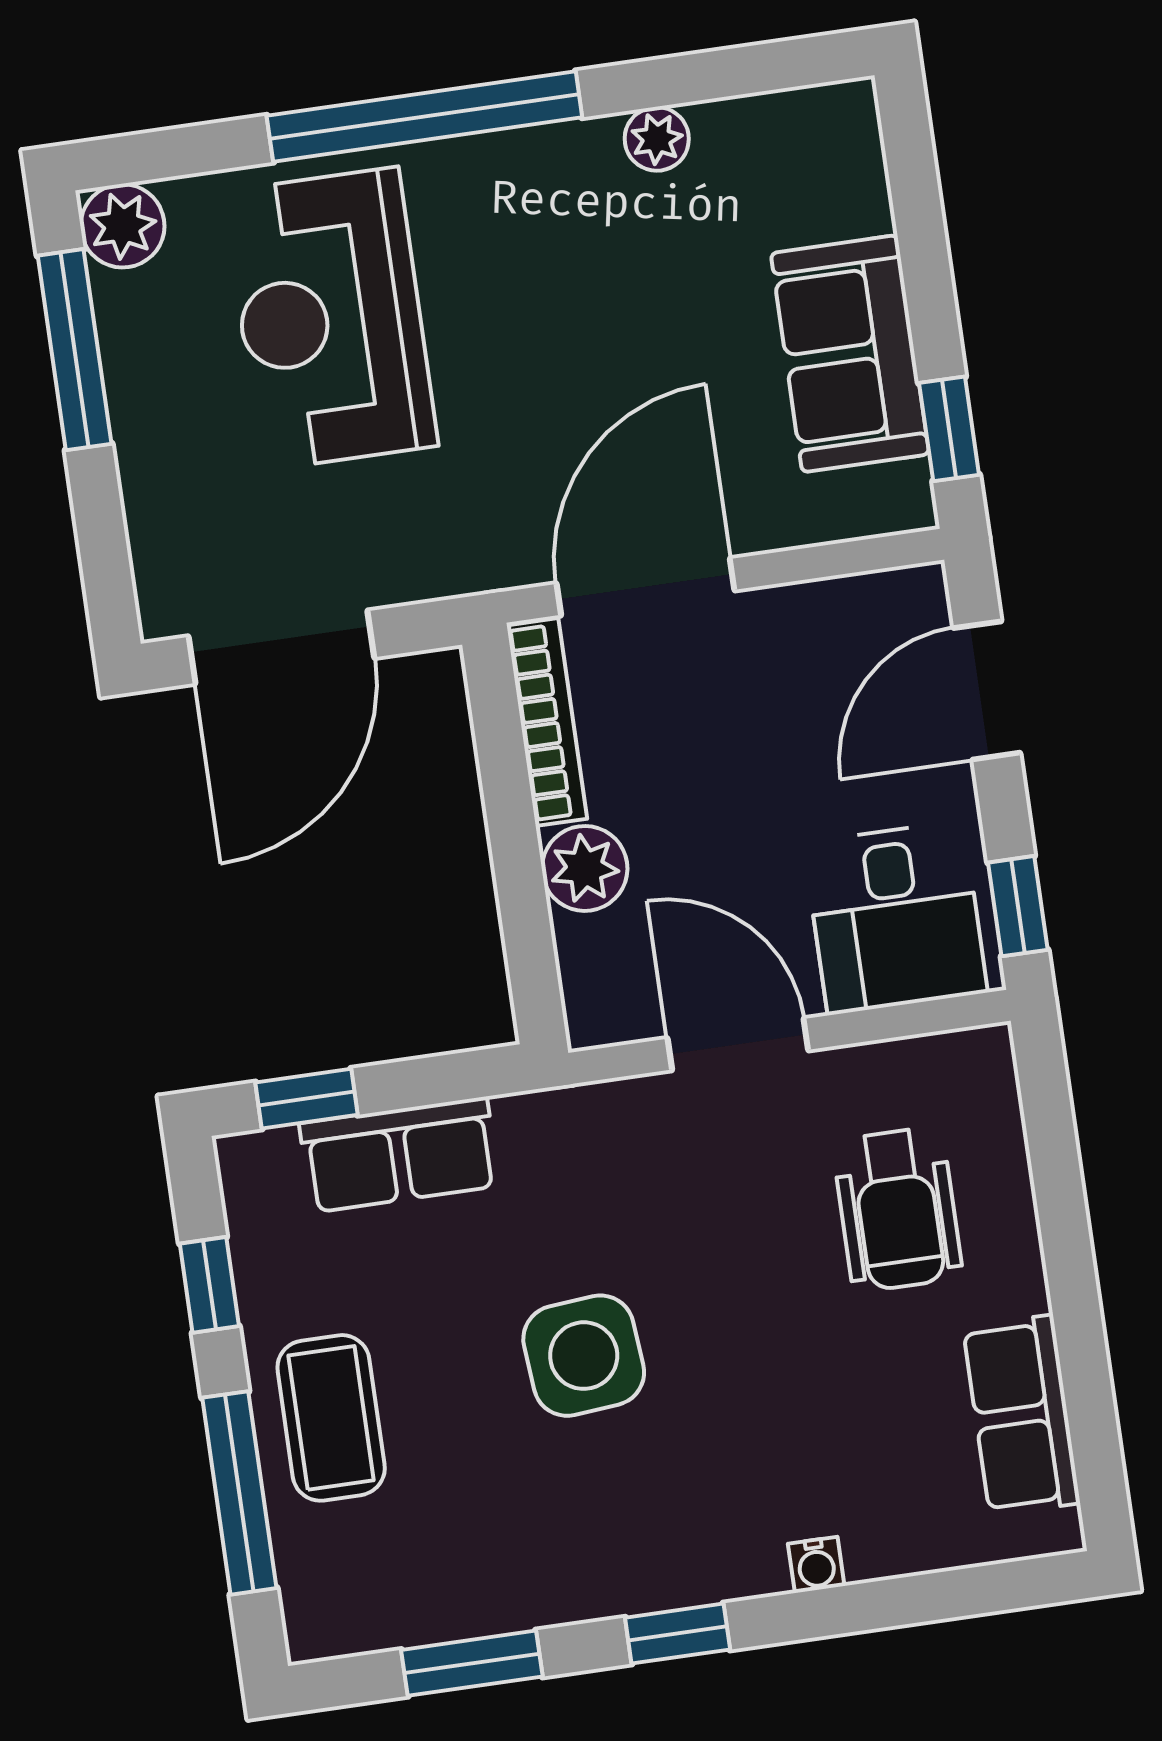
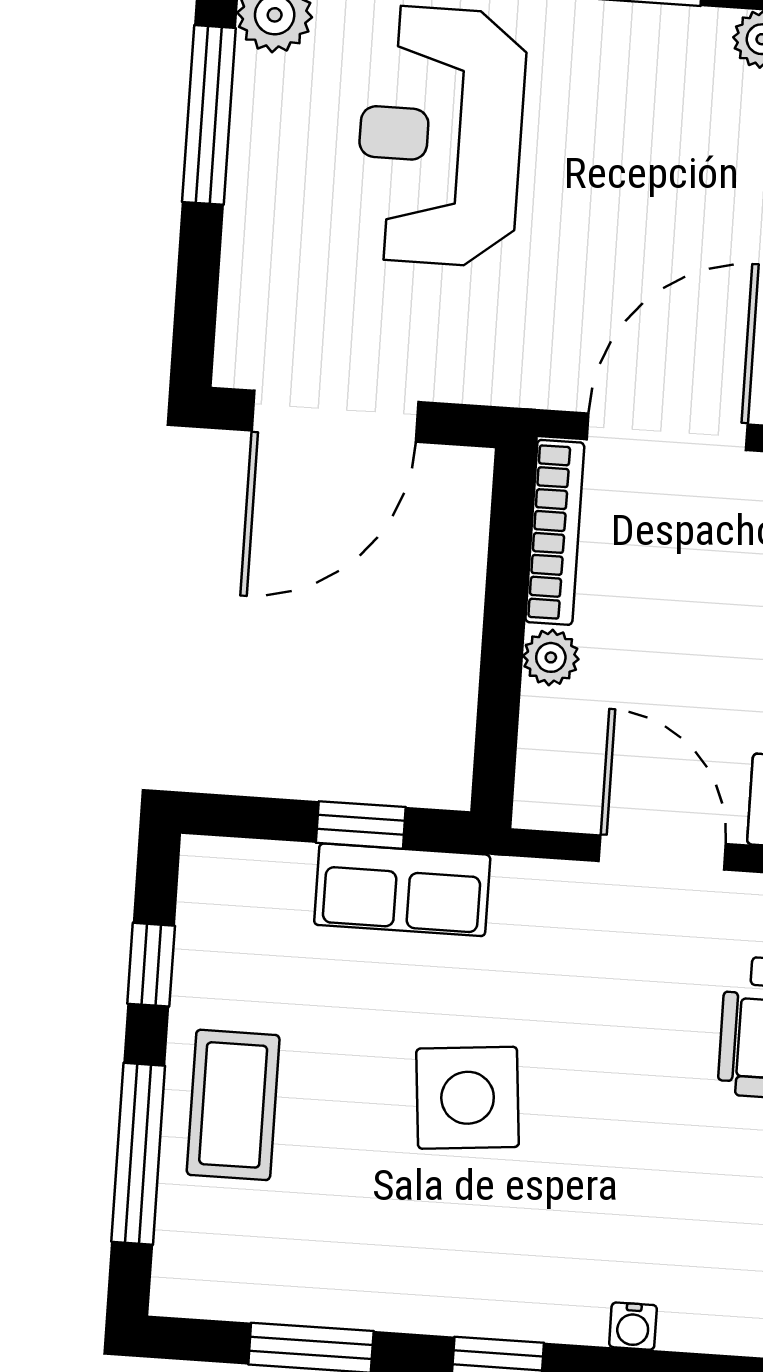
plant: (585, 868) -> (551, 657), width x0.73, depth x0.73
window: (306, 1099) -> (361, 825), moved
row of seats: (399, 1155) -> (402, 890), moved

